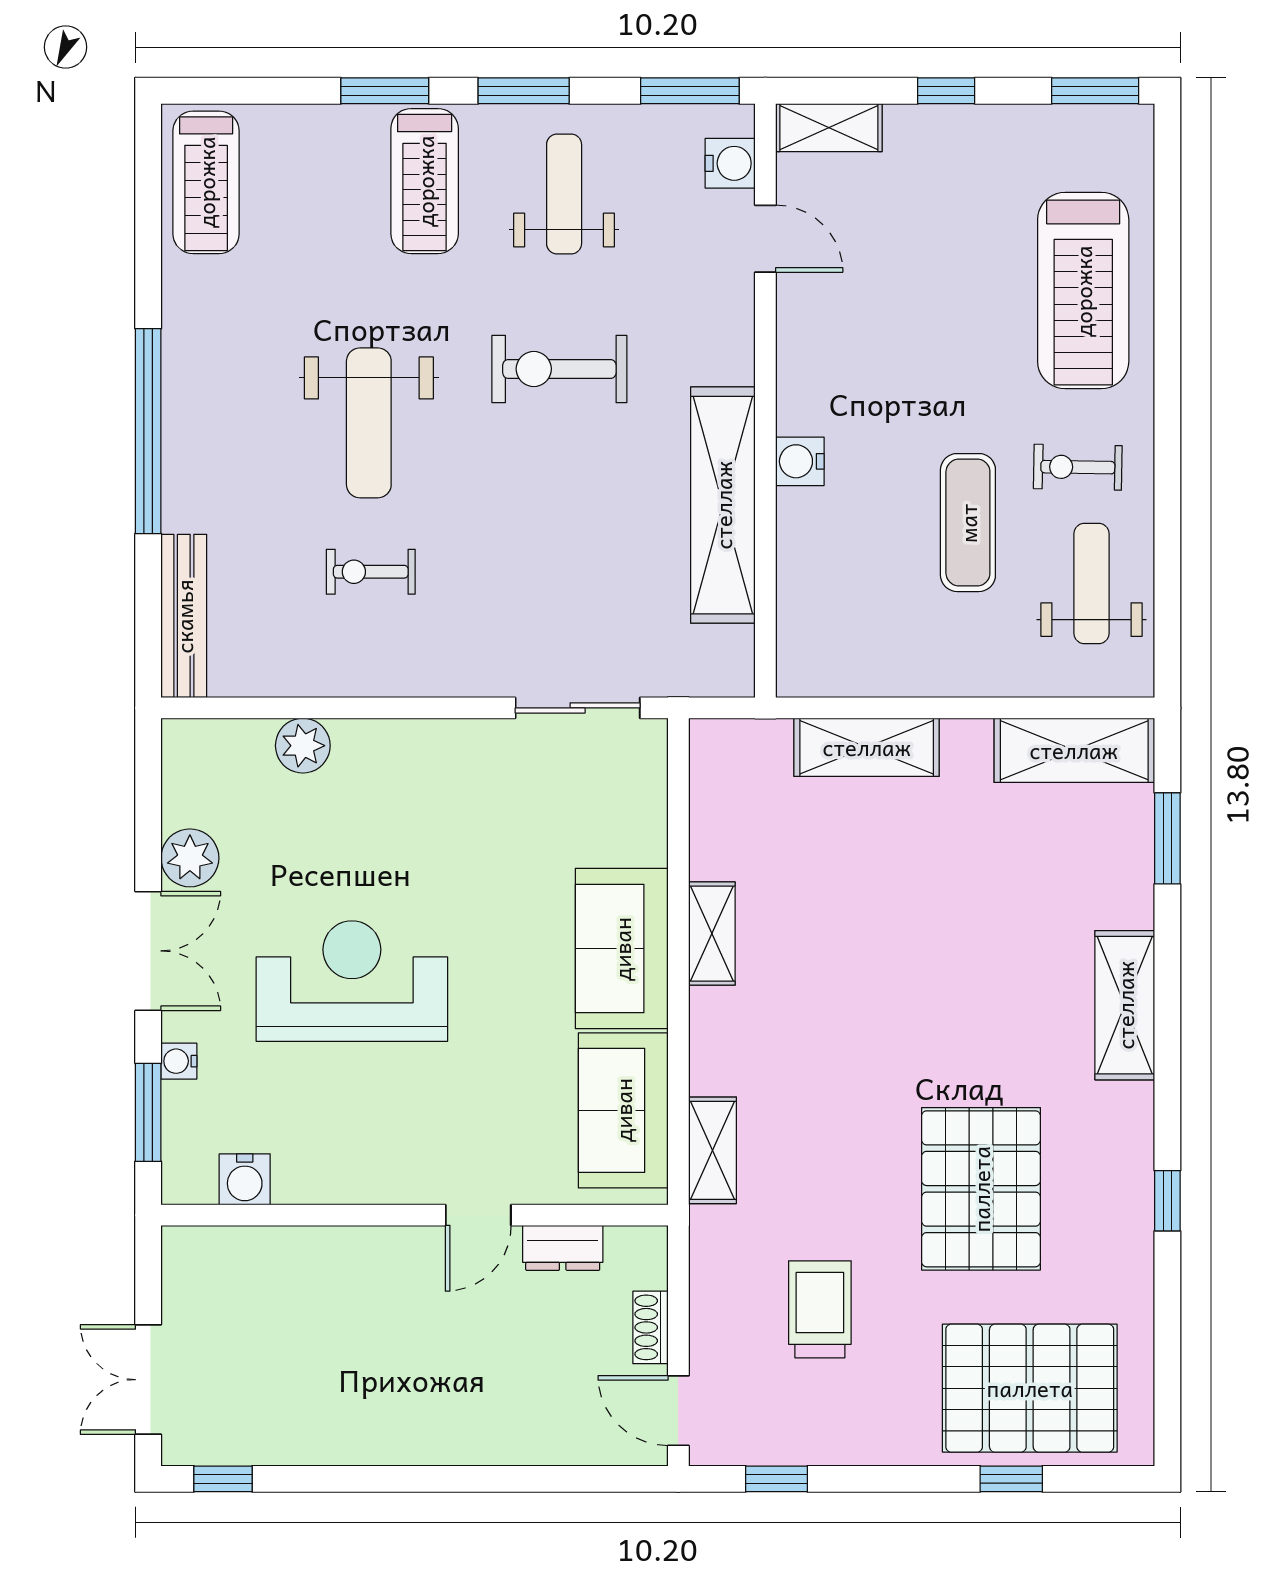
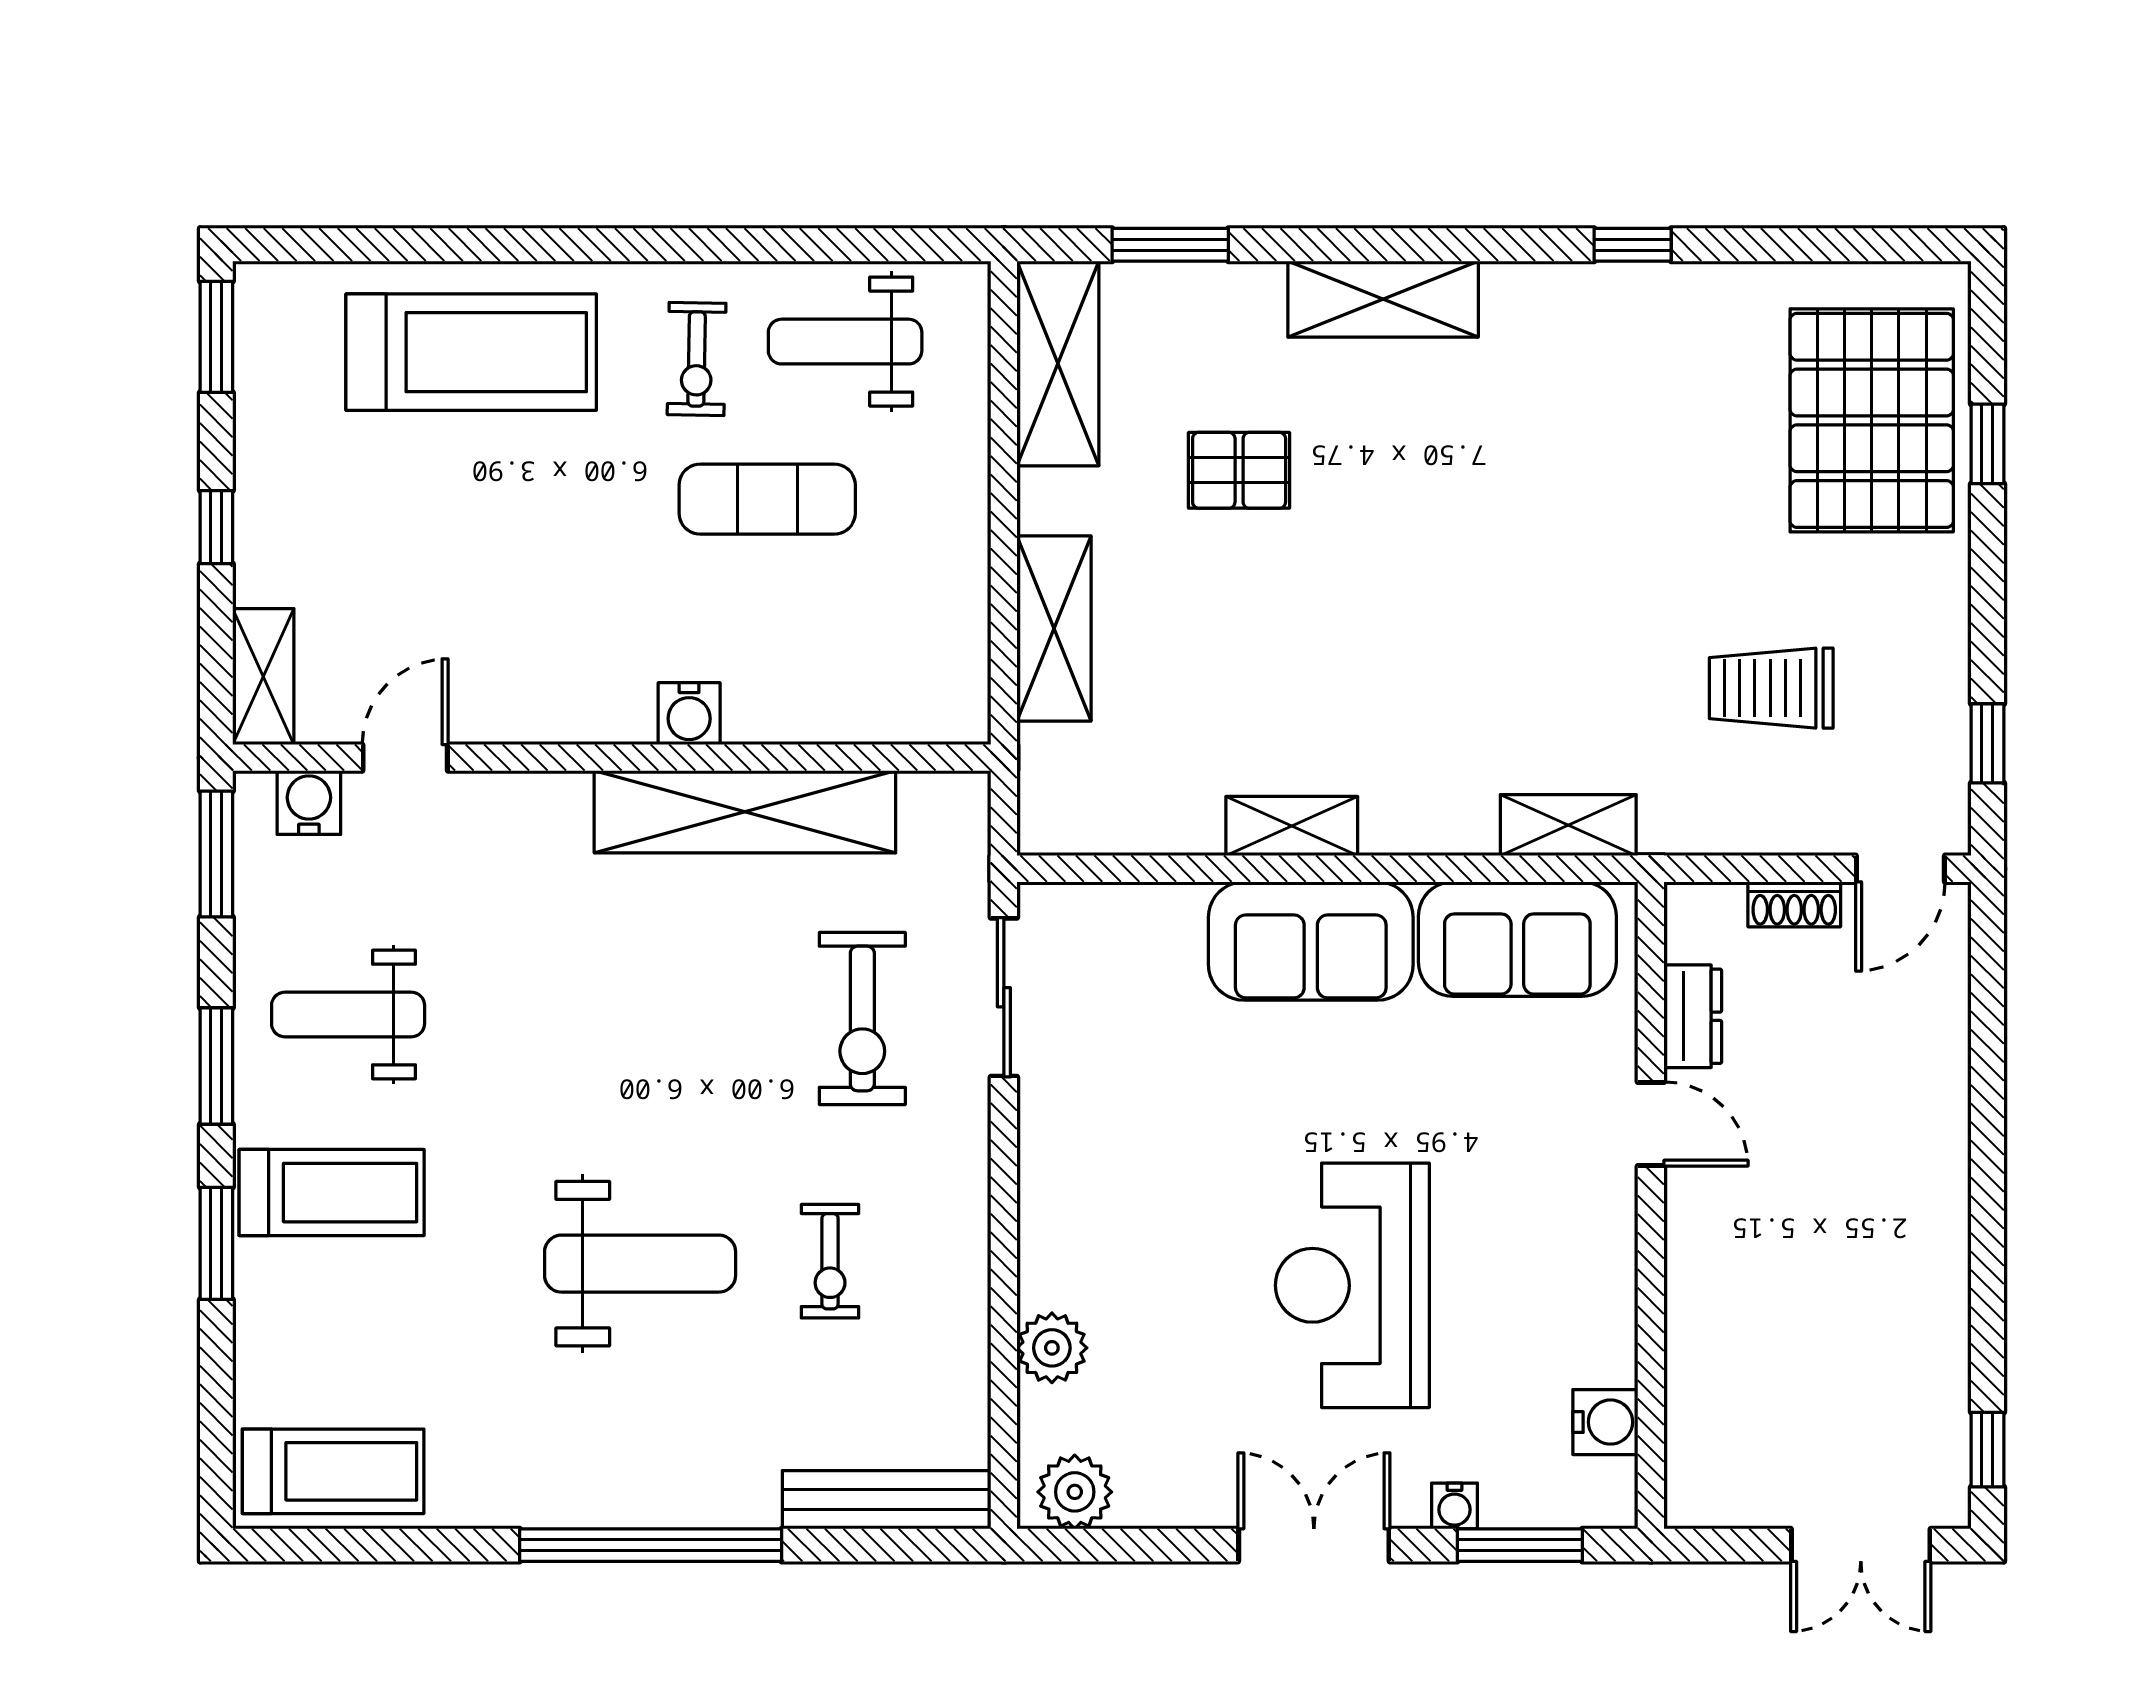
exercise bike: (559, 369) -> (862, 1019), moved
plant: (190, 858) -> (1075, 1492), moved
pallet: (981, 1189) -> (1239, 470), moved, width x0.49, depth x0.50

